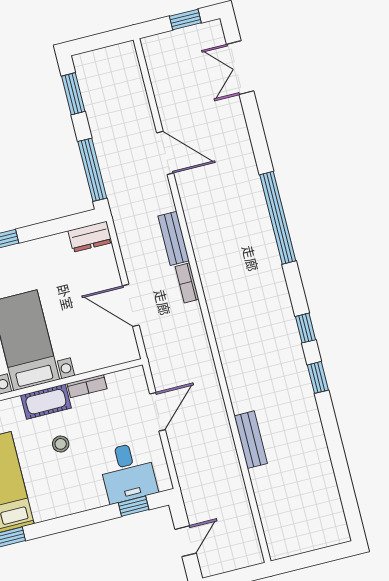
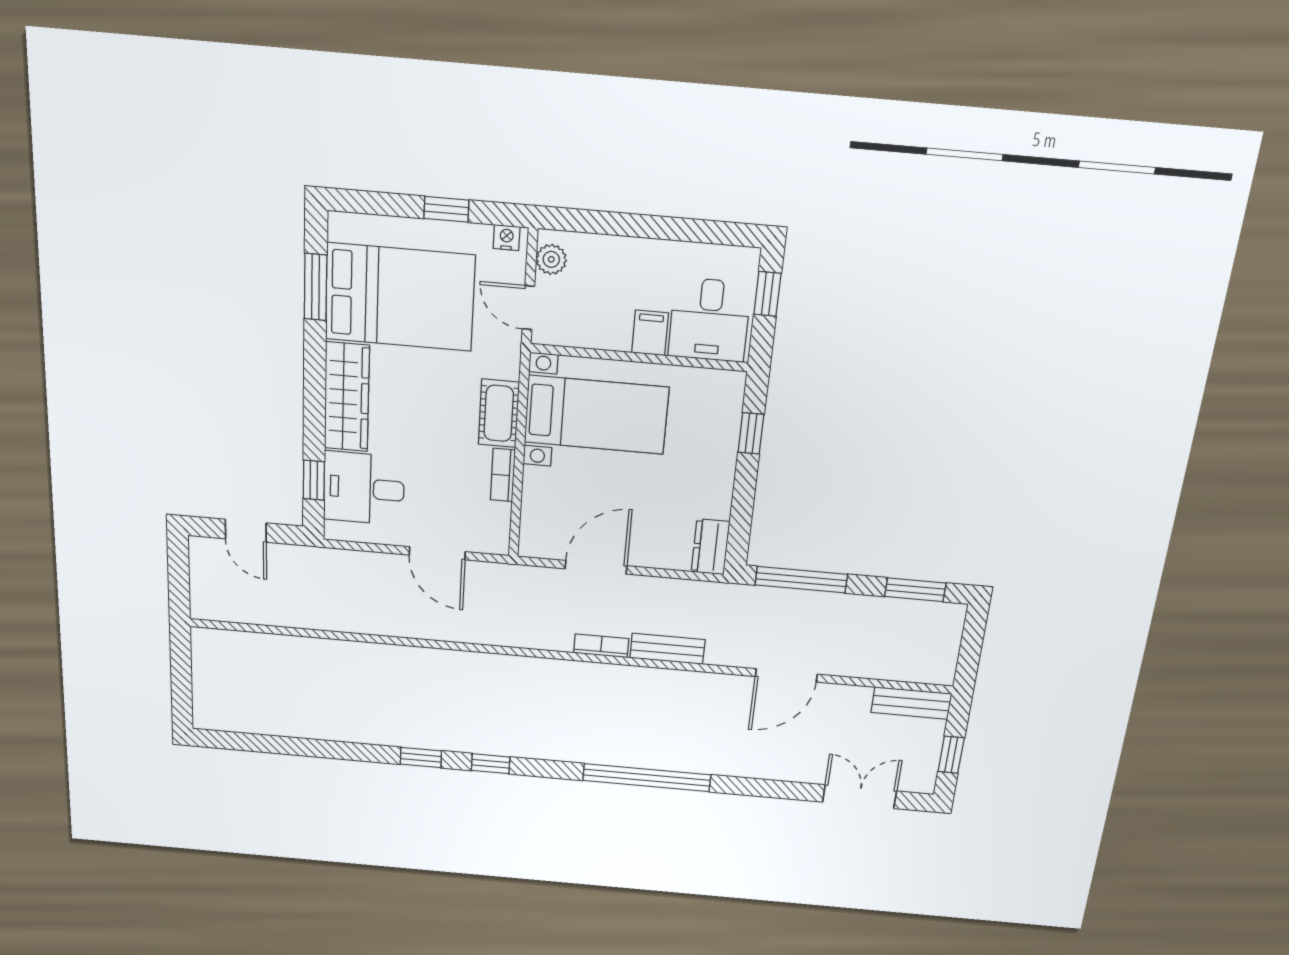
bench: (251, 440) -> (911, 703), moved
stool: (61, 444) -> (431, 413), removed
wardrobe: (69, 500) -> (347, 397), added

